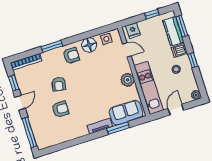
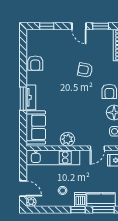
window: (193, 60) -> (78, 210), moved
armchair: (60, 109) -> (35, 63), moved
door: (176, 109) -> (23, 189), moved
window: (118, 128) -> (23, 99), moved
window: (30, 132) -> (47, 26), width x0.46

